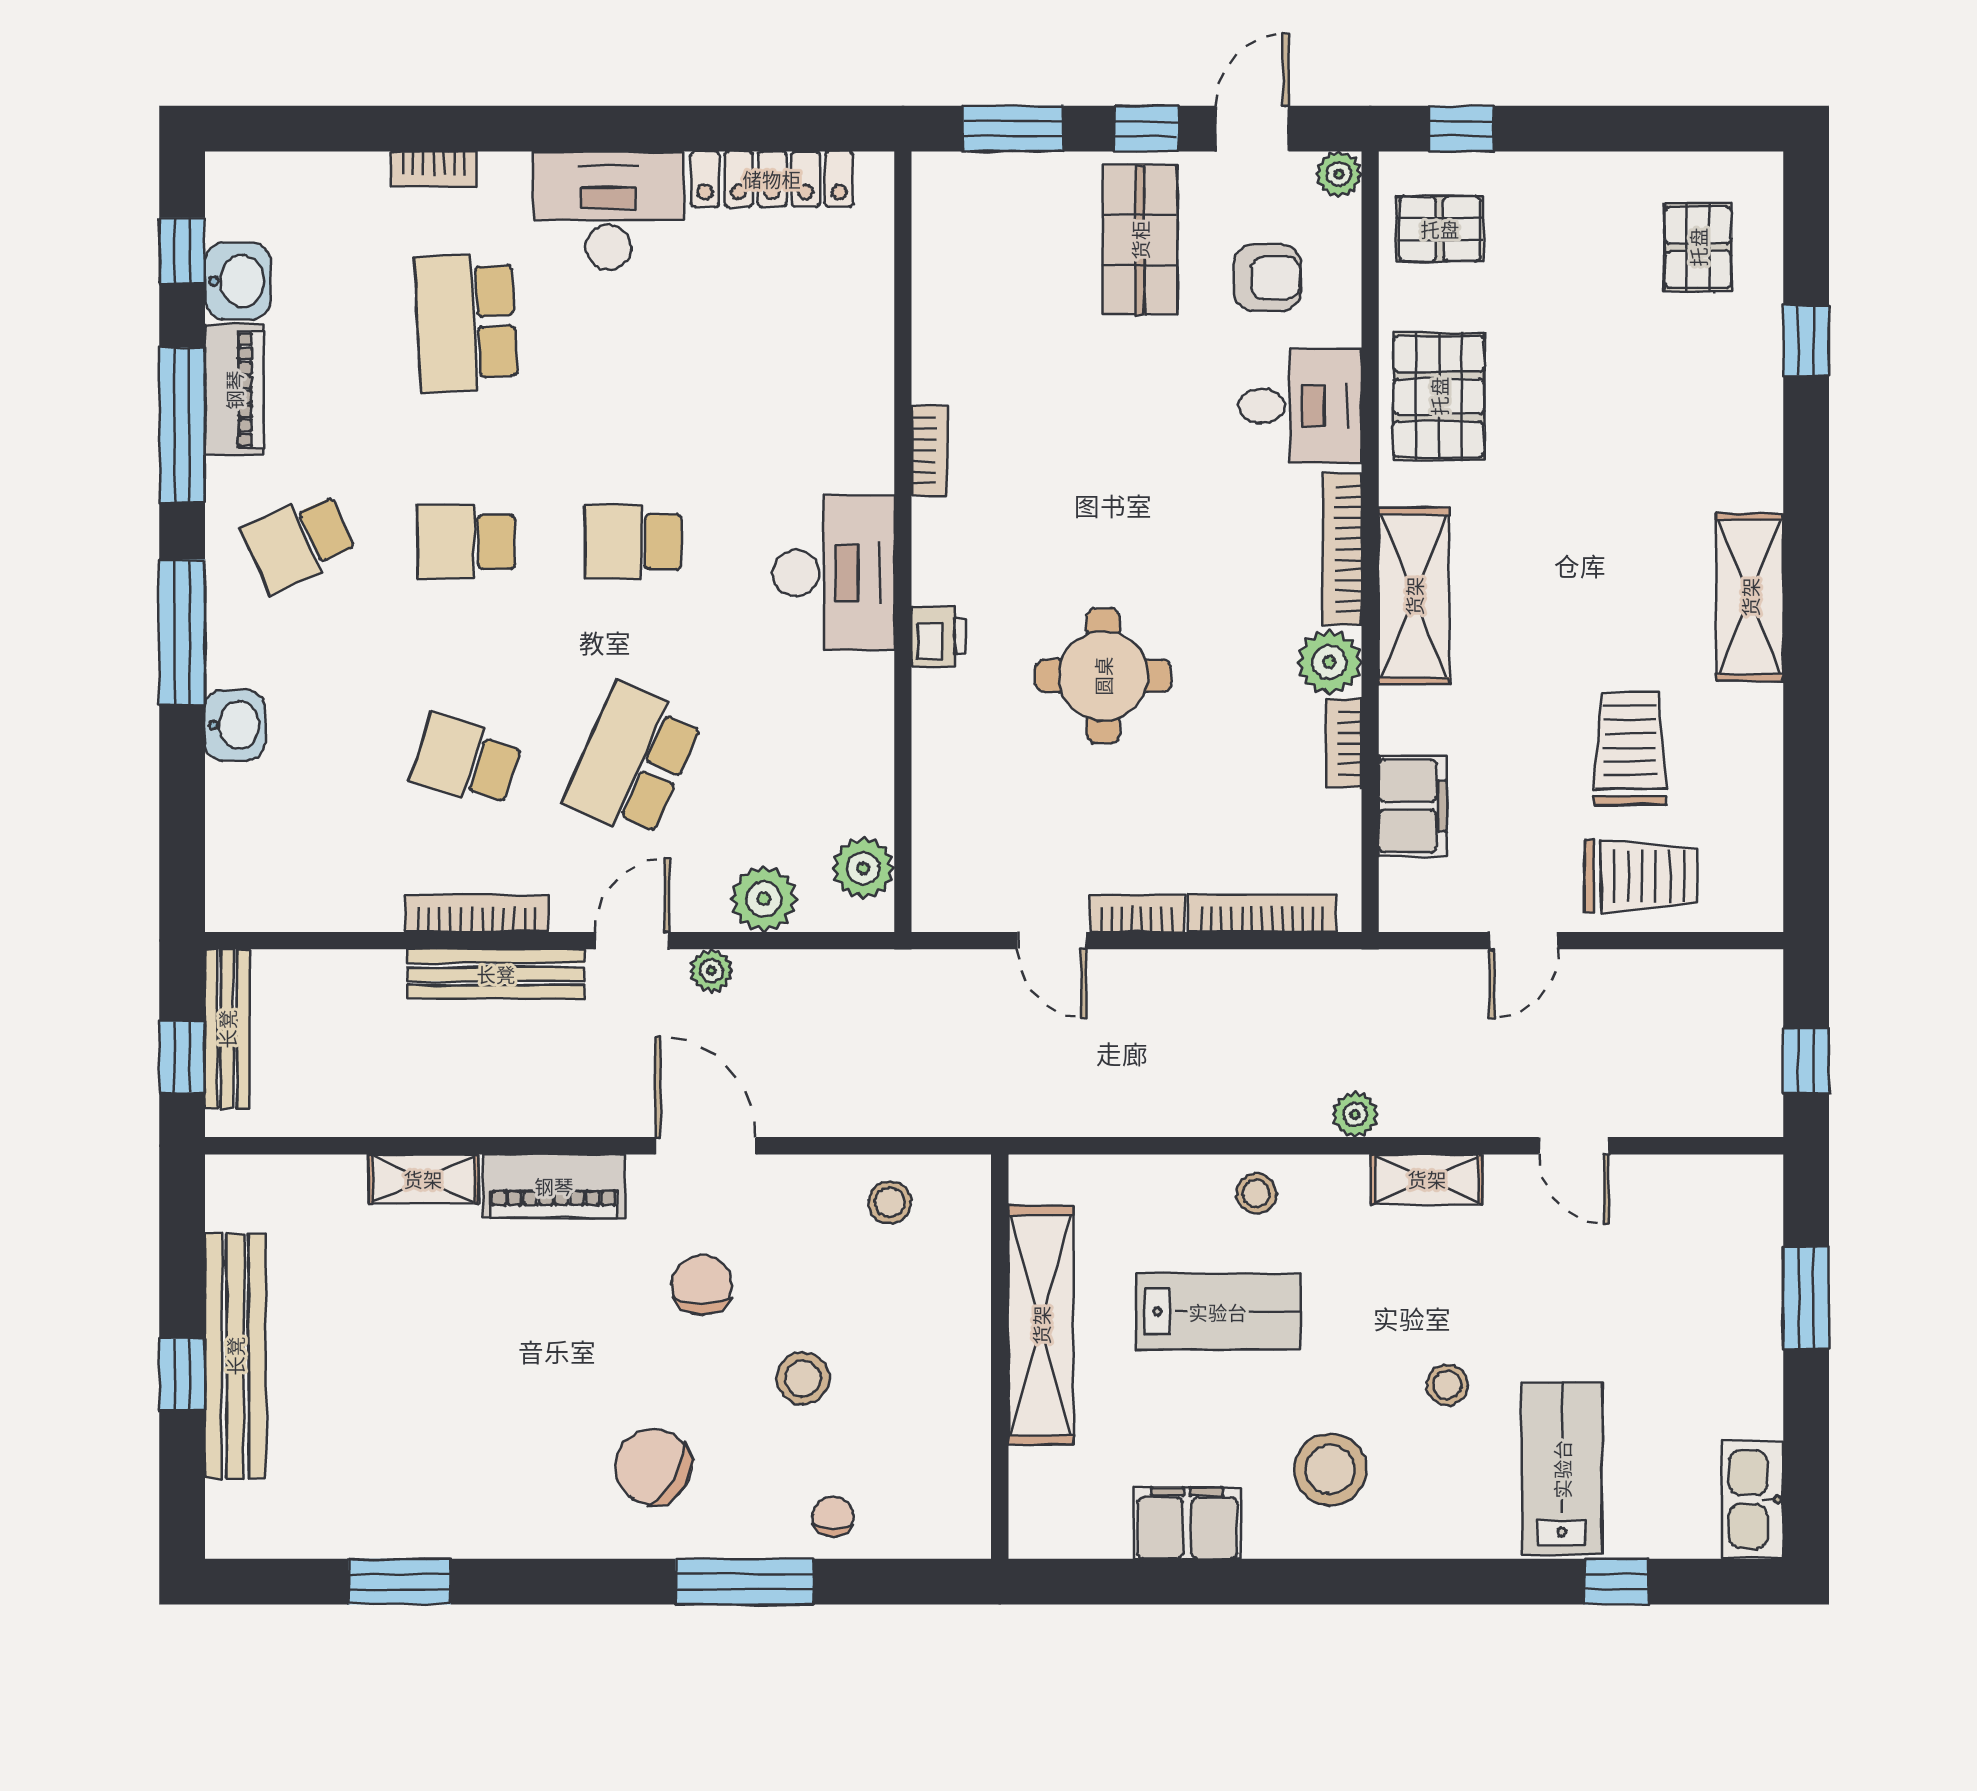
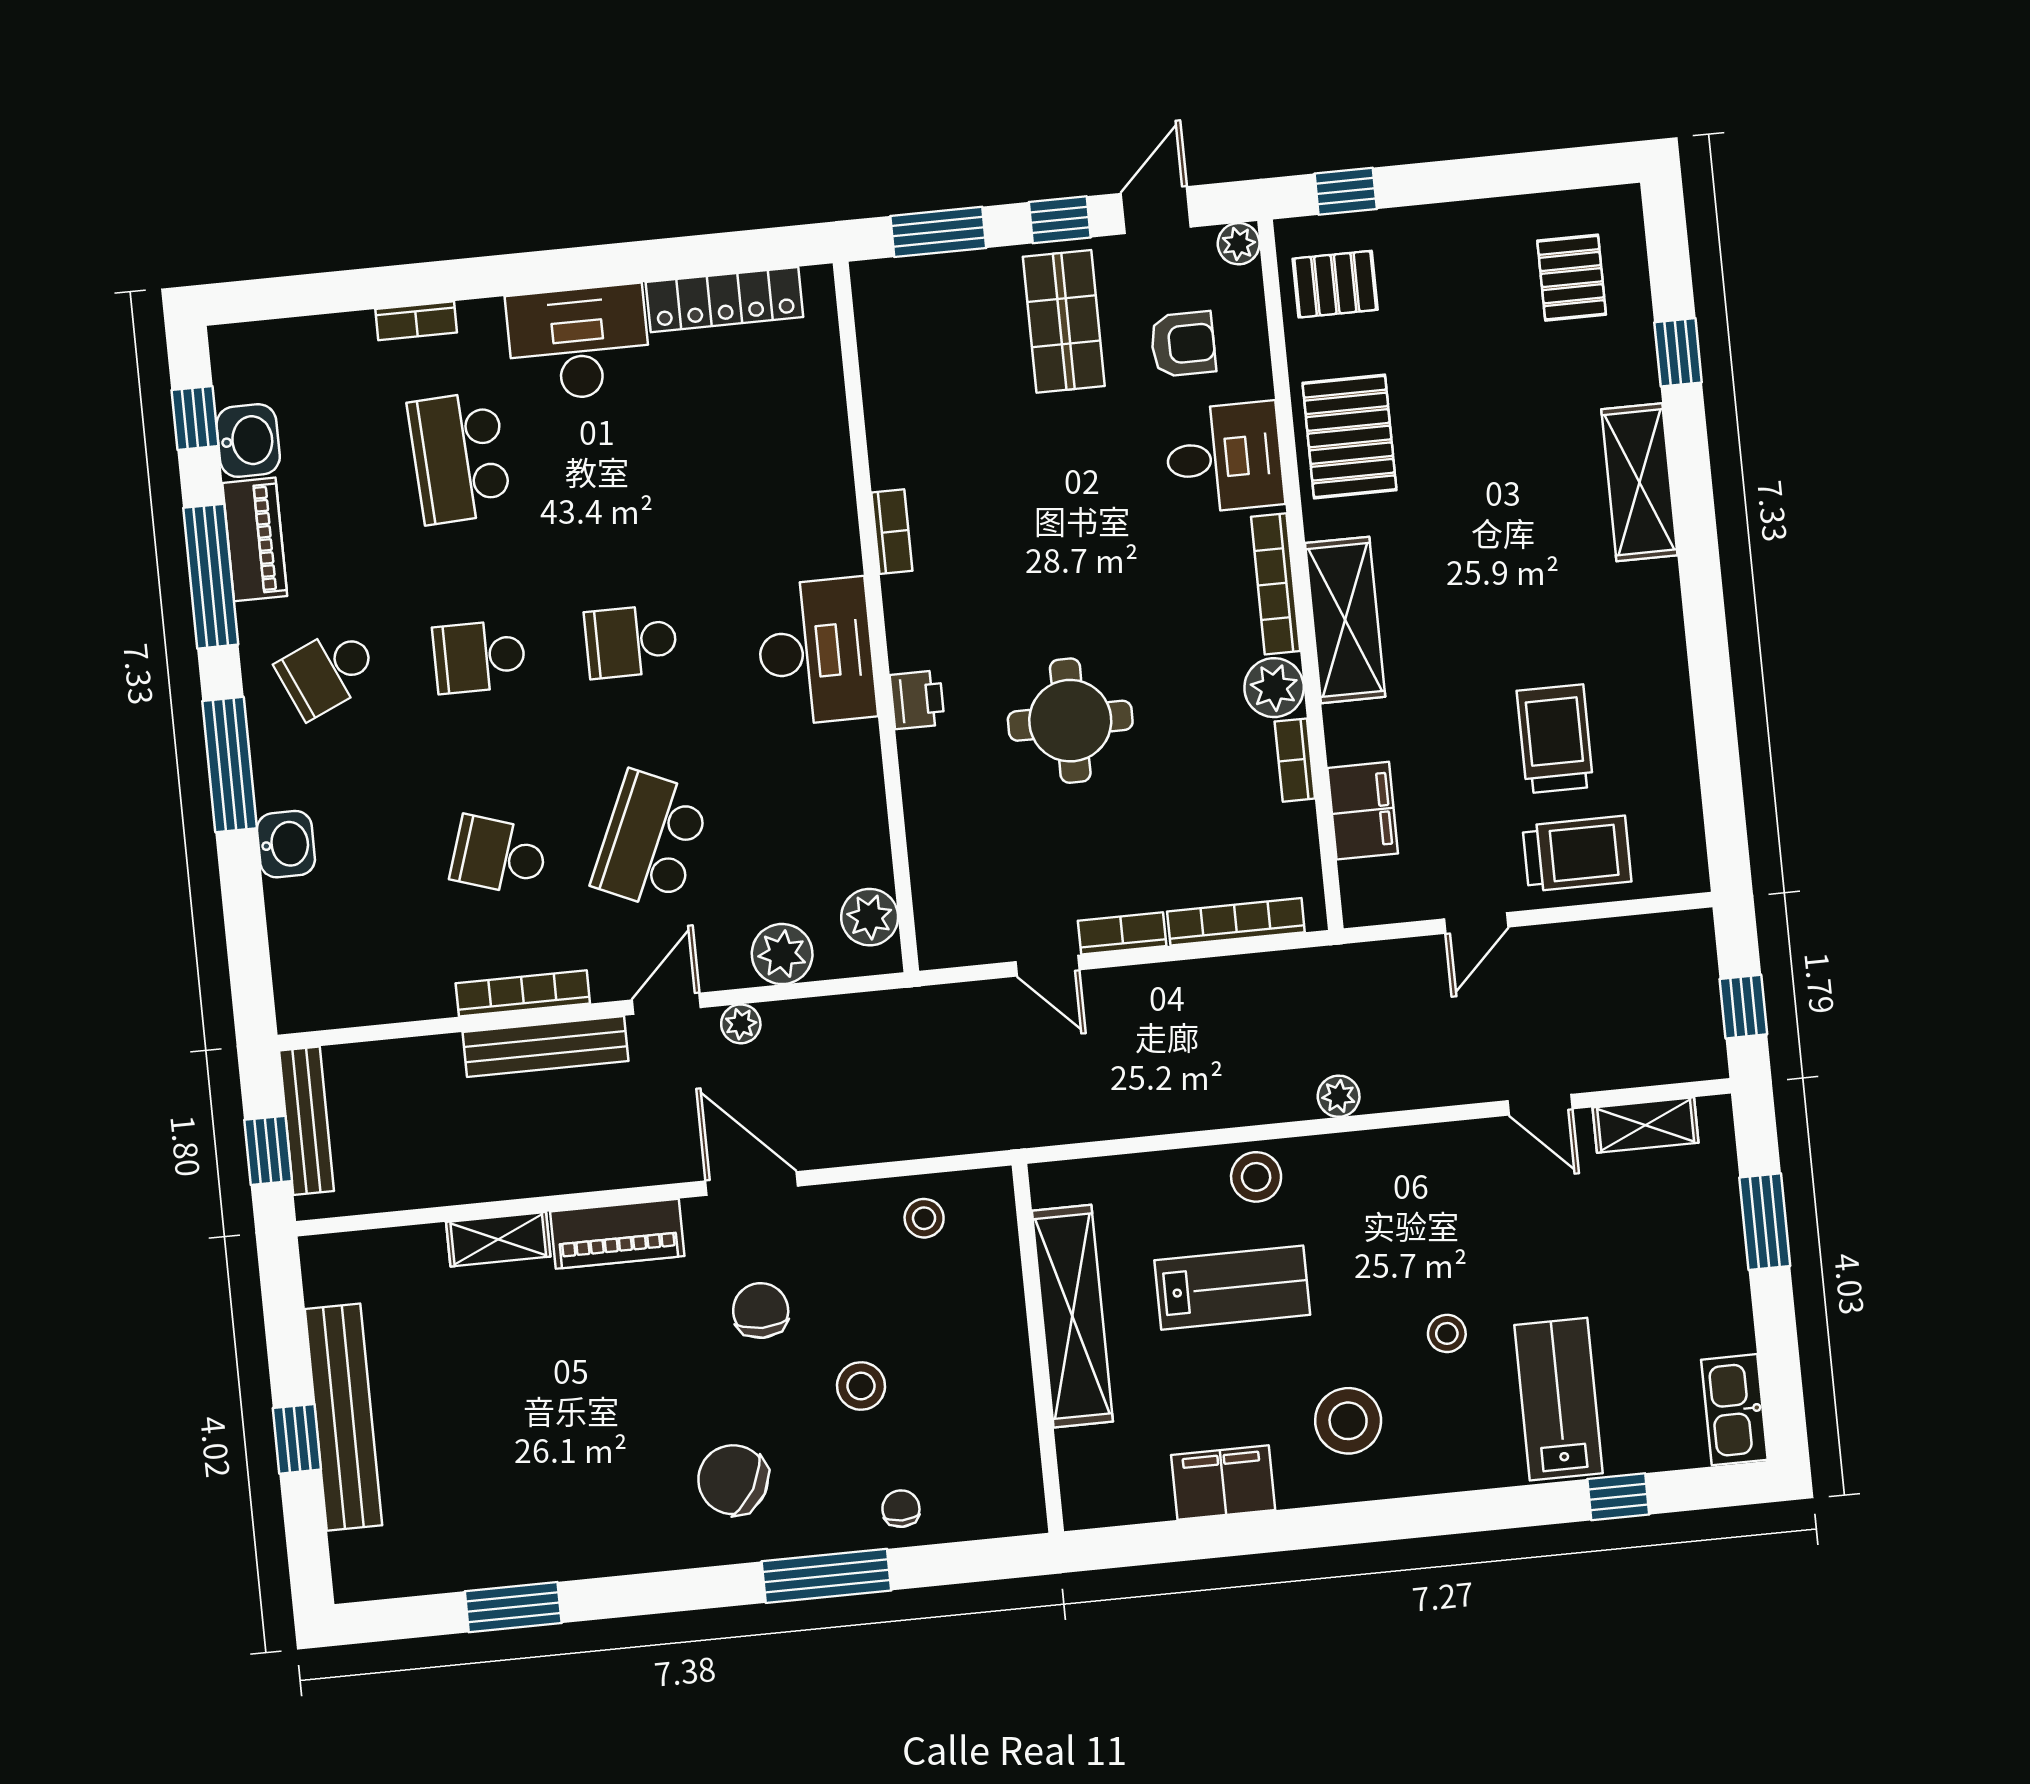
shelving: (1750, 597) -> (1639, 482), moved
shelving: (1427, 1179) -> (1646, 1125), moved
stool: (1256, 1193) -> (1256, 1177), width x1.37, depth x1.37

